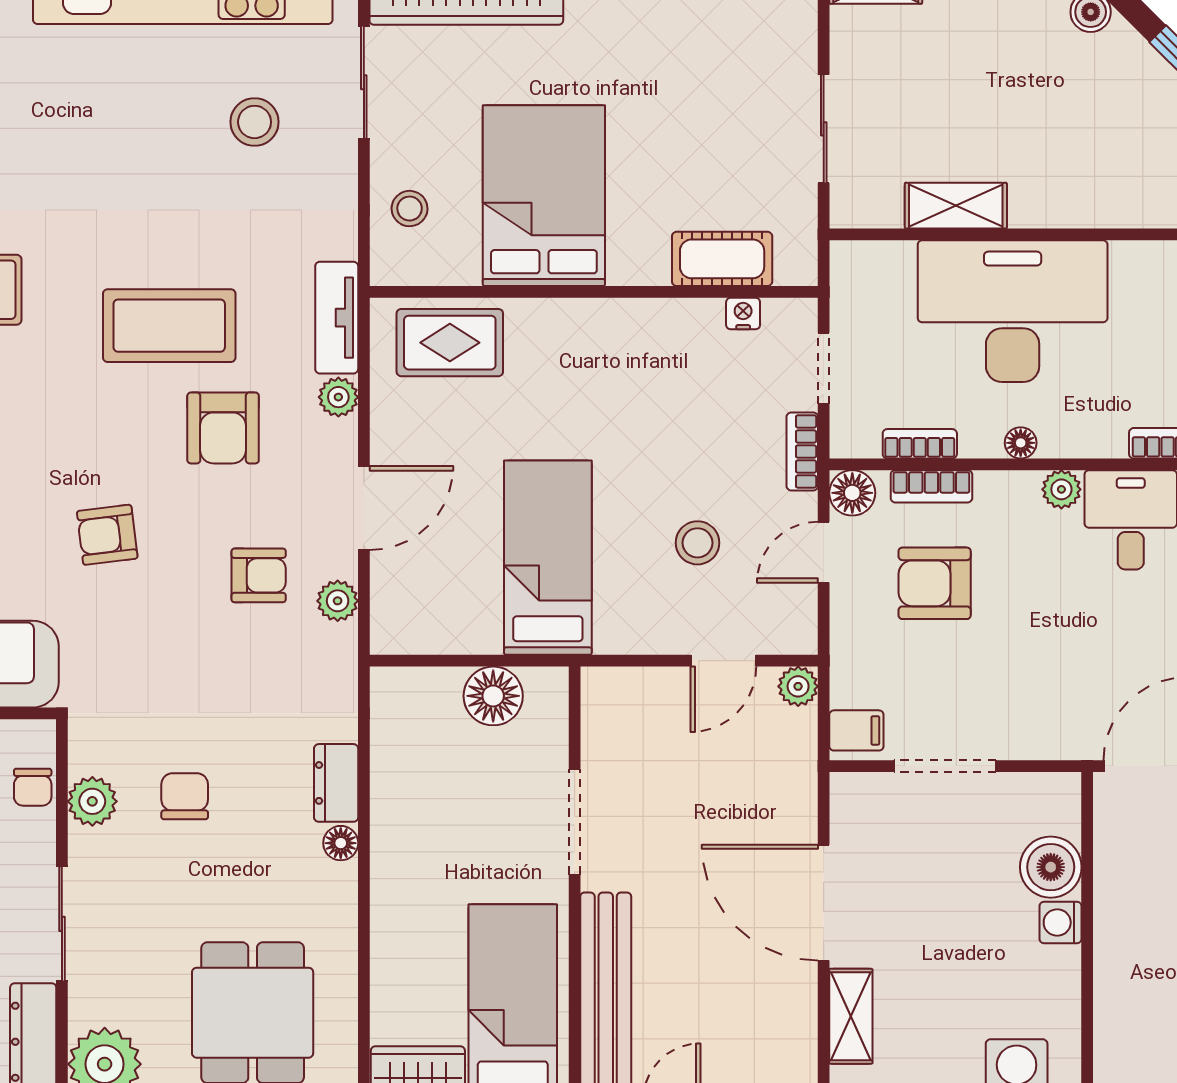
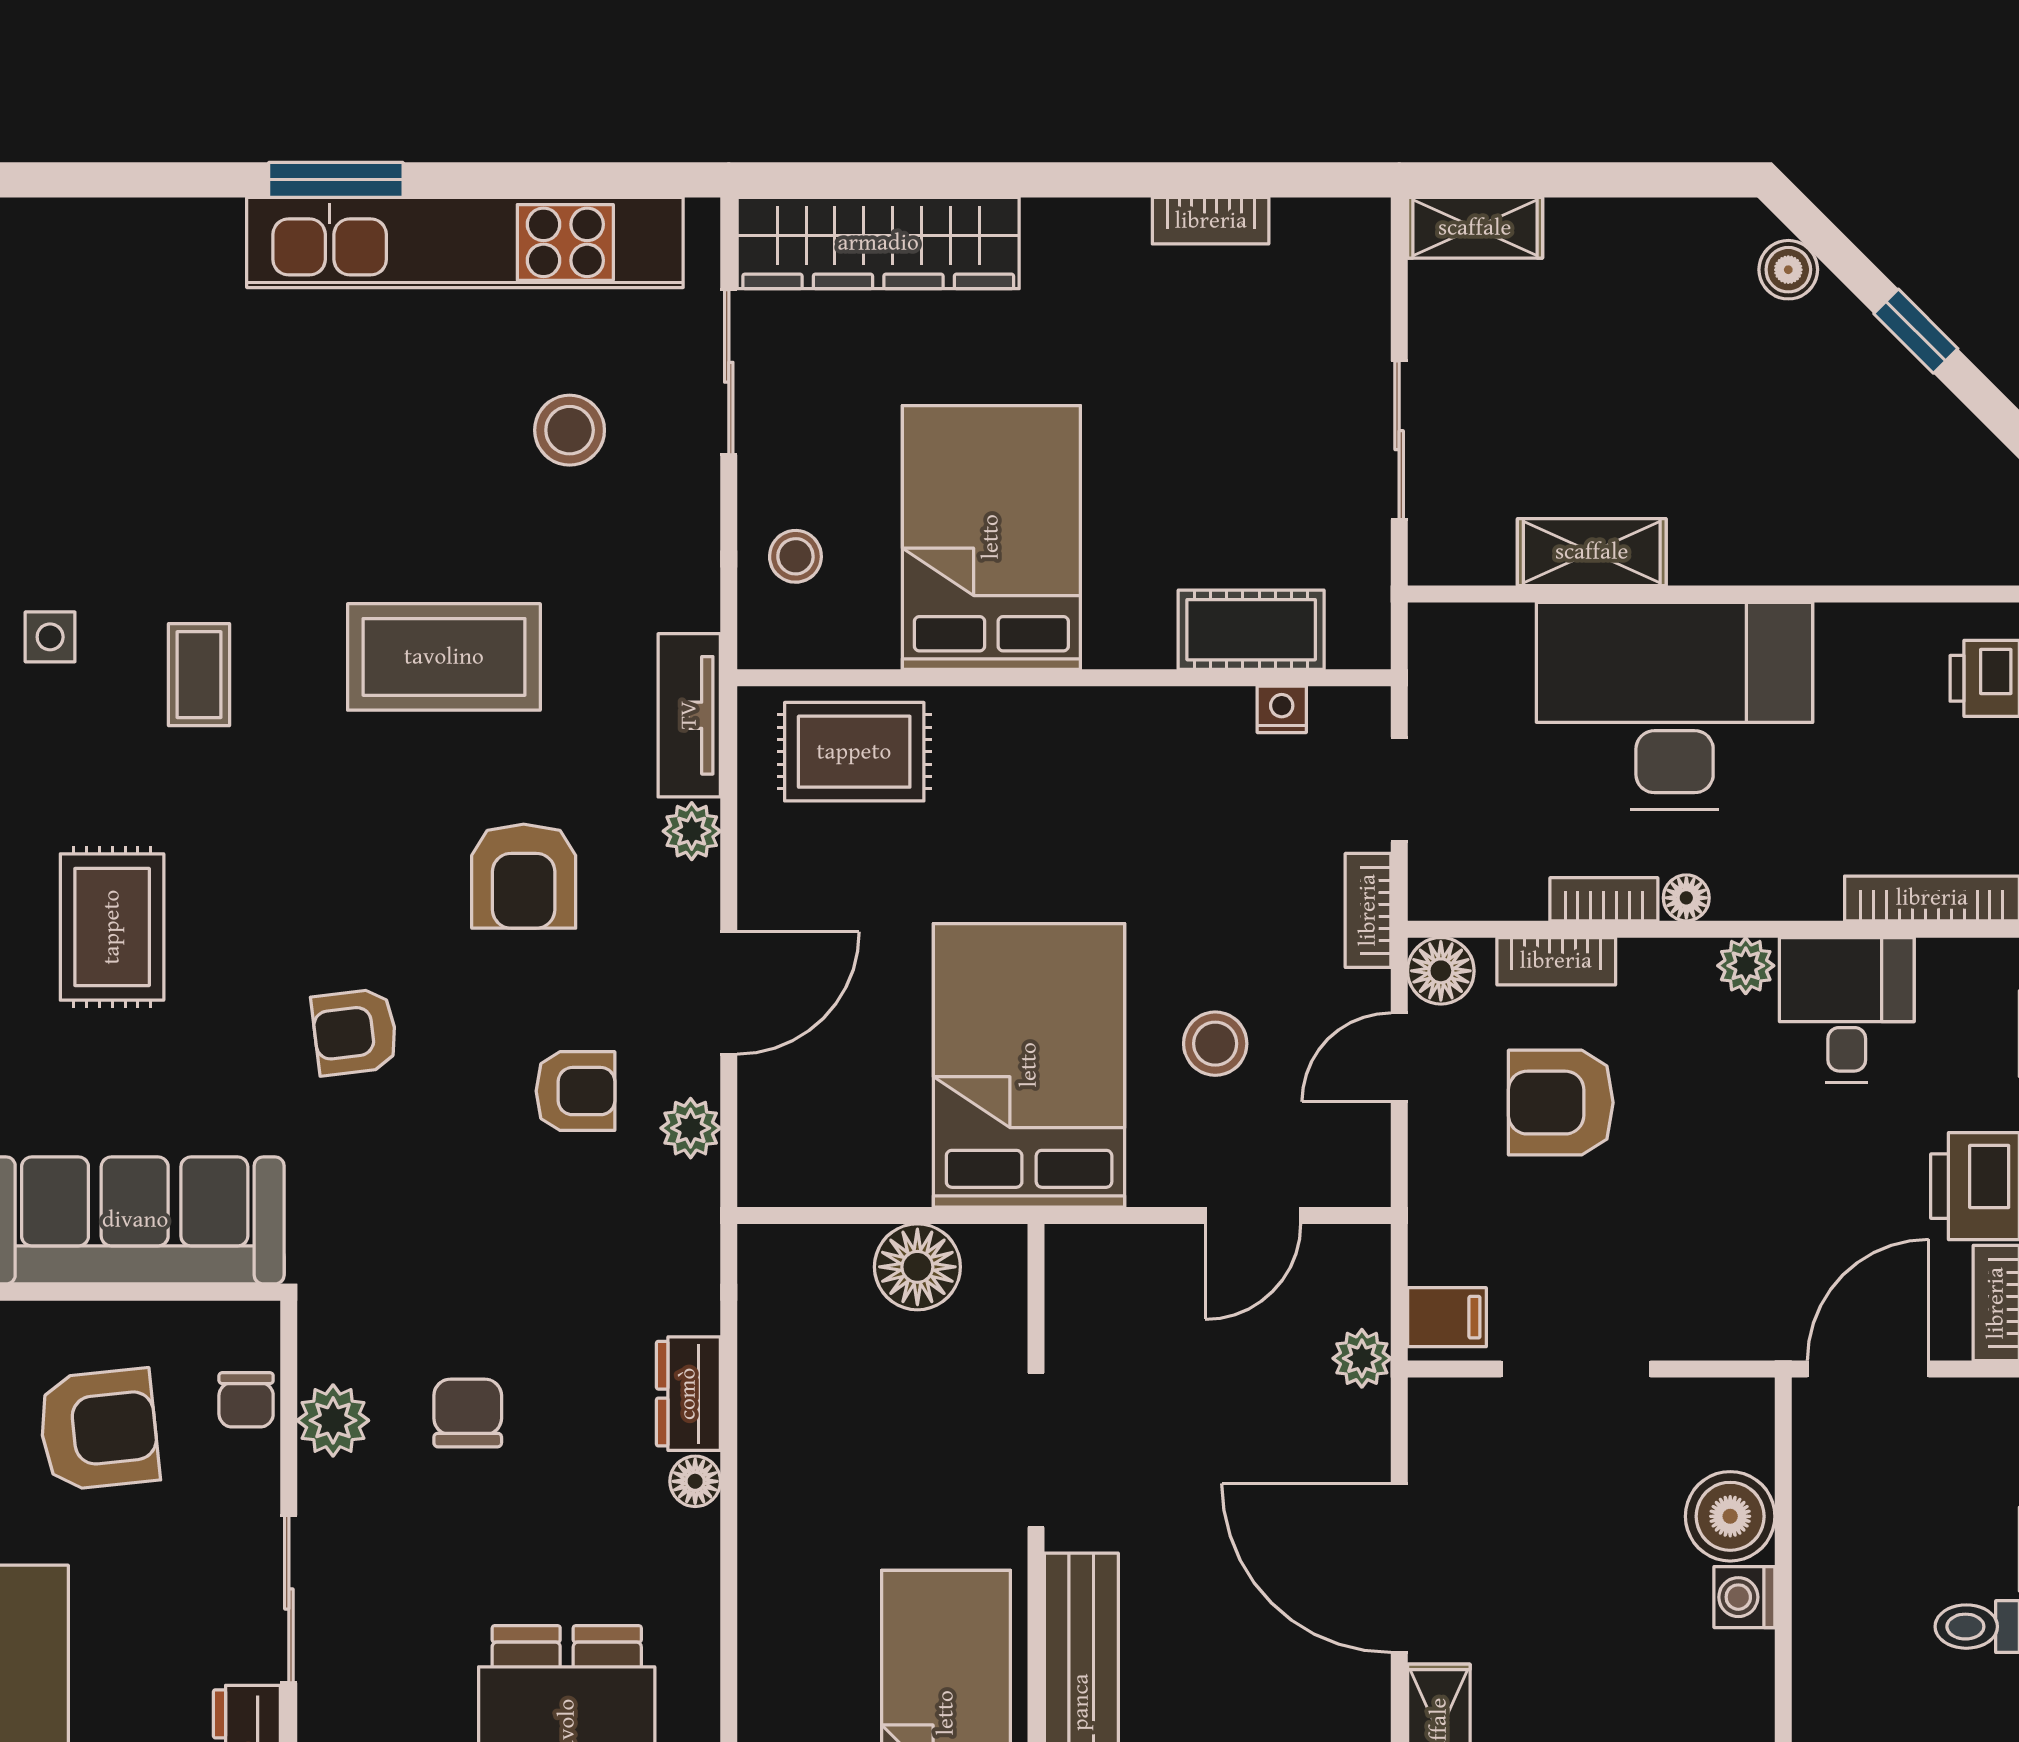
coffee table: (169, 326) -> (444, 657), moved
bookcase: (920, 444) -> (1604, 899), moved
bed: (548, 558) -> (1029, 1065), width x1.50
plant: (798, 686) -> (1362, 1358), moved

